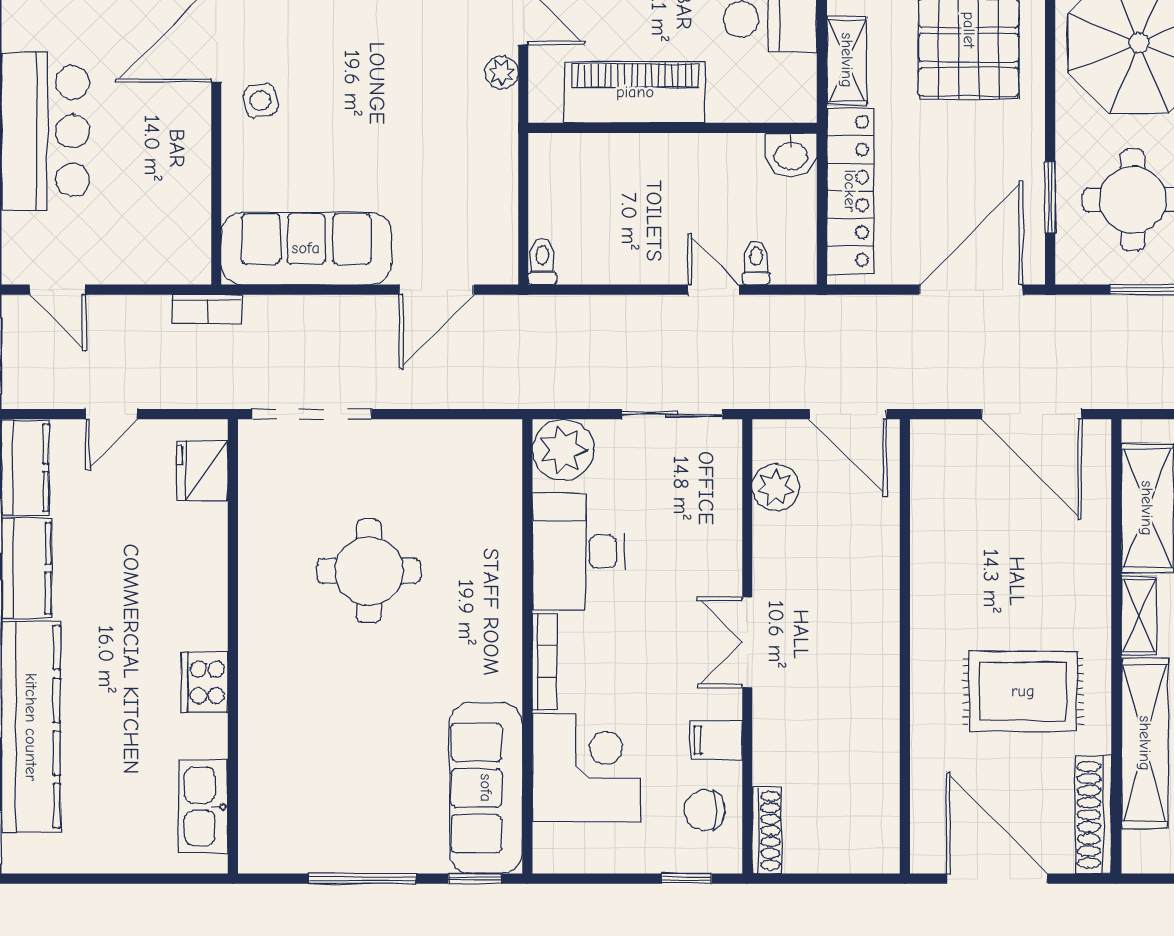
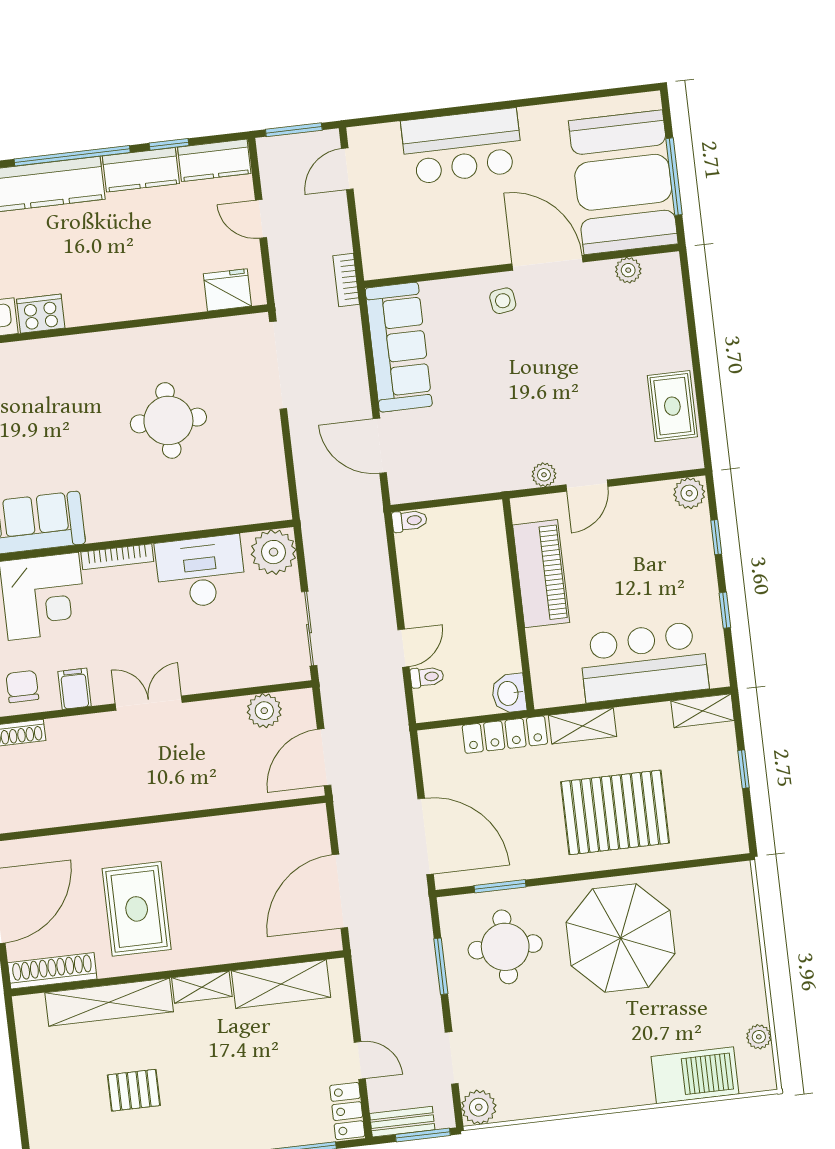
locker: (850, 191) -> (505, 735), width x0.71, depth x0.83
cooker: (204, 682) -> (41, 314), moved

